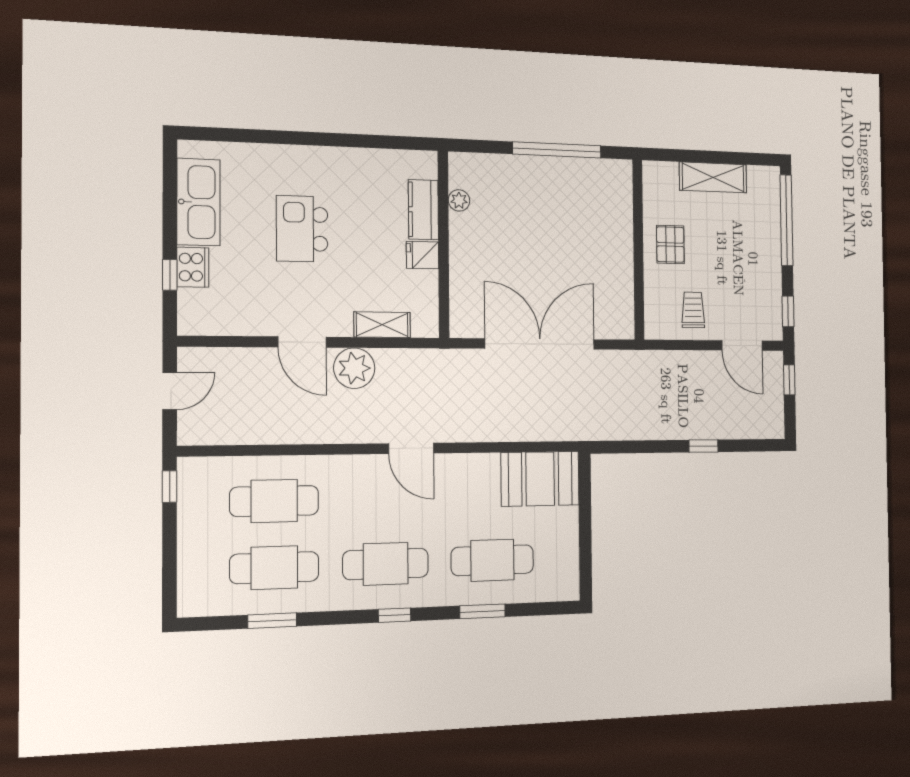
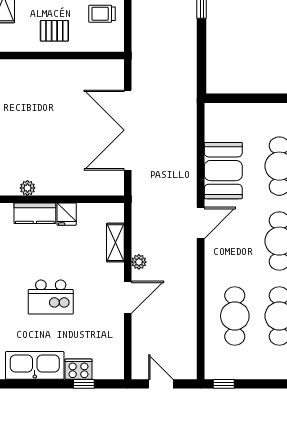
plant: (354, 368) -> (139, 262), width x0.53, depth x0.53
booth: (540, 479) -> (223, 171), moved

